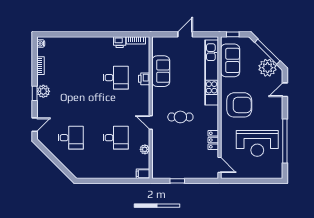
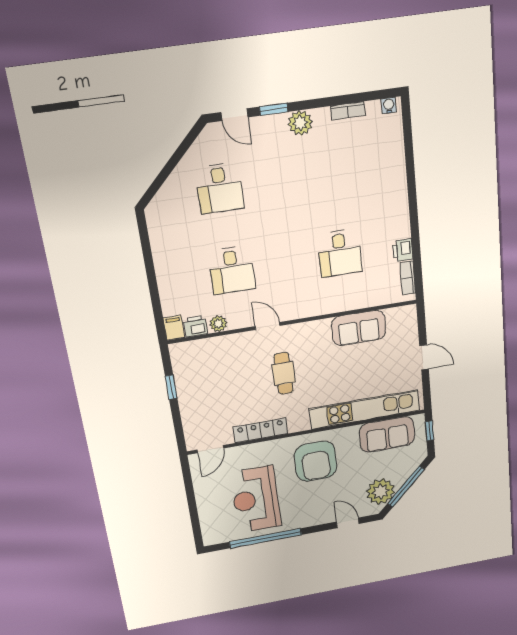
printer: (144, 79) -> (196, 326), moved
window: (35, 93) -> (274, 109), moved
door: (151, 122) -> (268, 326), hinge flipped
locker: (213, 140) -> (261, 430), width x1.53

